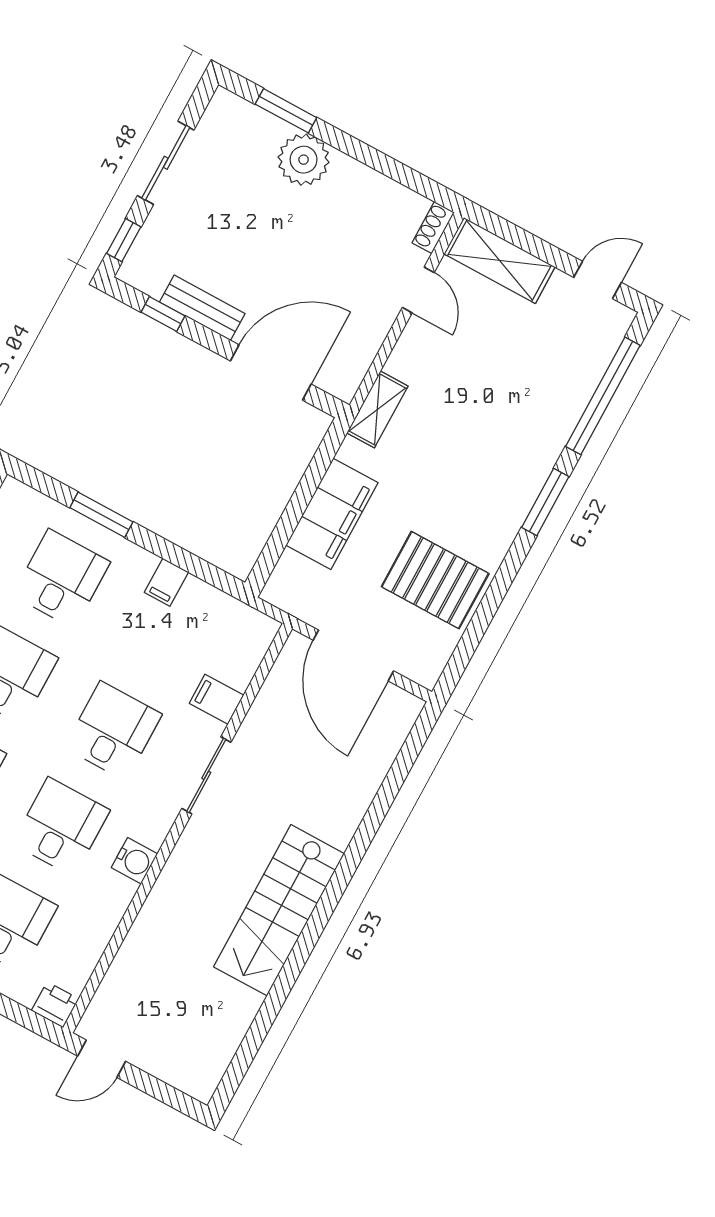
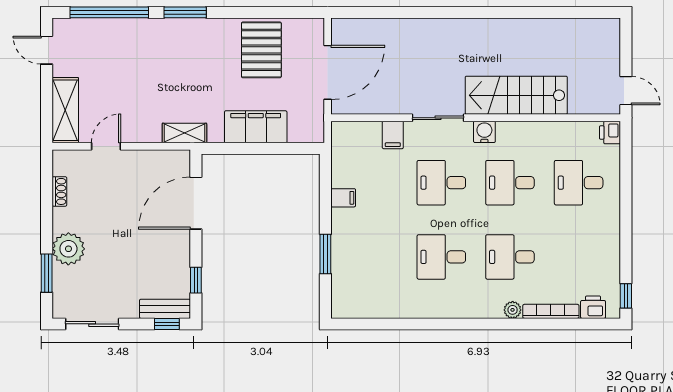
sliding door: (166, 163) -> (92, 324), moved
shoe rack: (433, 228) -> (59, 191), moved, turned -90
bench: (202, 308) -> (165, 309), moved, turned 90
door: (271, 372) -> (196, 203), hinge flipped
desk: (61, 579) -> (373, 257), removed
water cooler: (134, 861) -> (484, 132), moved
stairs: (279, 910) -> (516, 95), moved, turned 180

